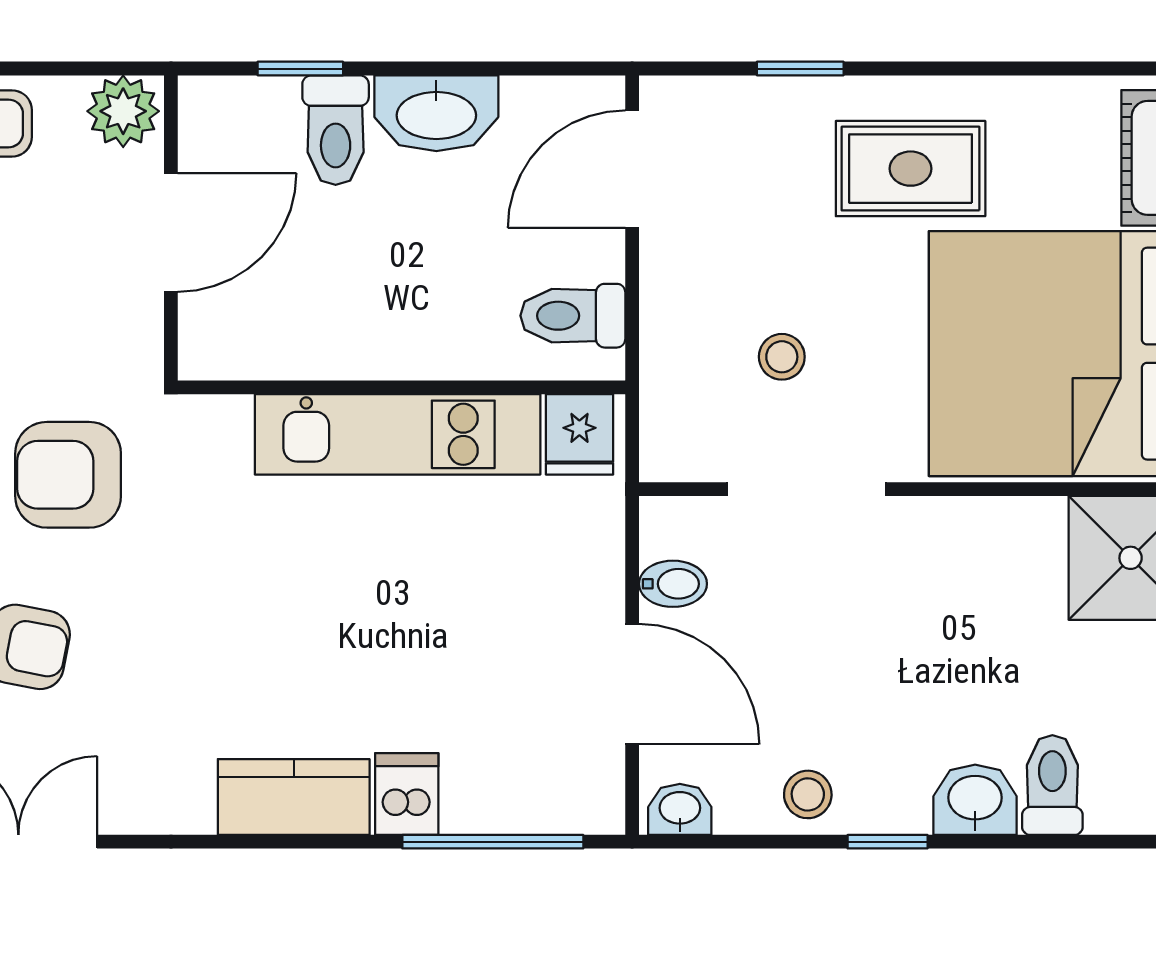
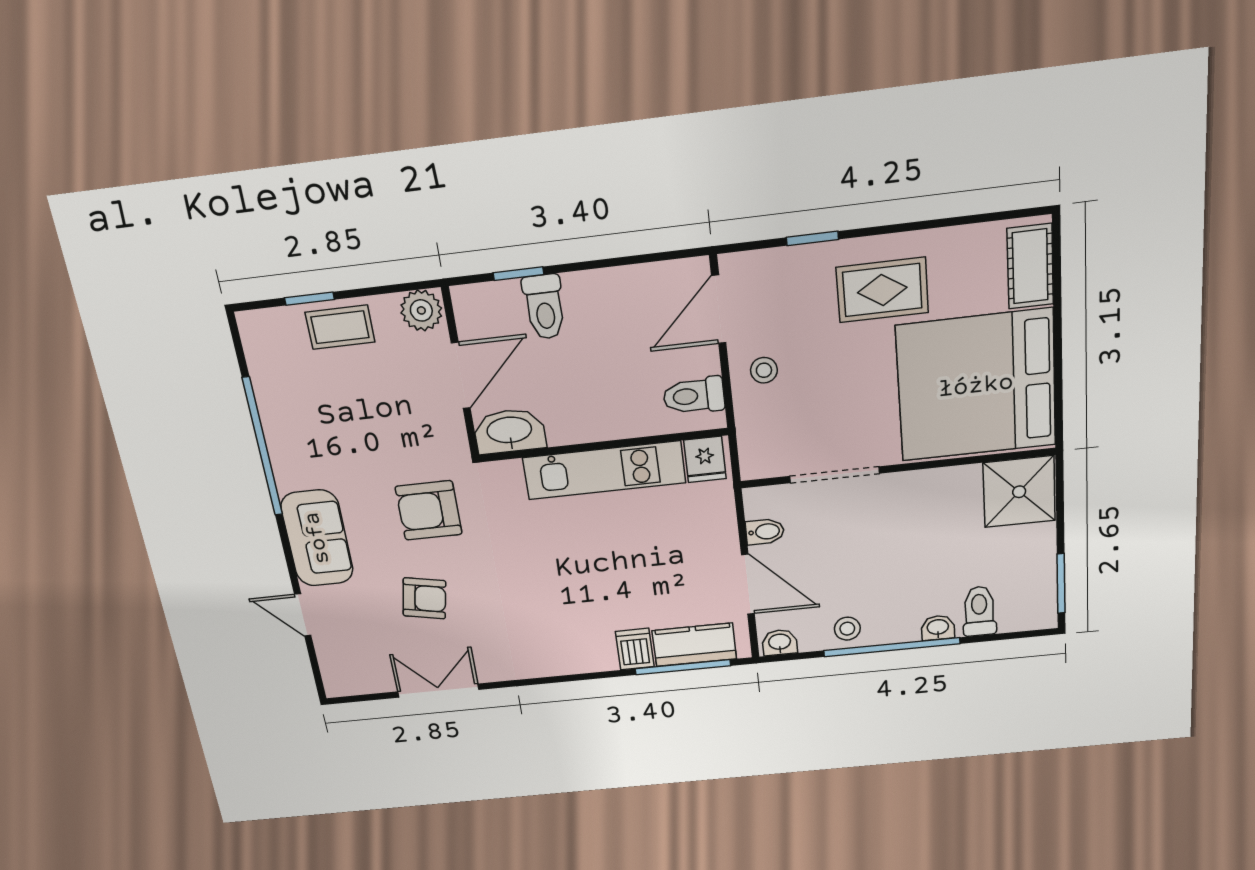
washbasin: (436, 113) -> (509, 431), moved, turned 180
stool: (782, 357) -> (764, 370), moved
kitchen counter: (294, 797) -> (694, 645), moved
washbasin: (975, 800) -> (938, 628), width x0.72, depth x0.69
window: (888, 842) -> (892, 647), width x3.17

